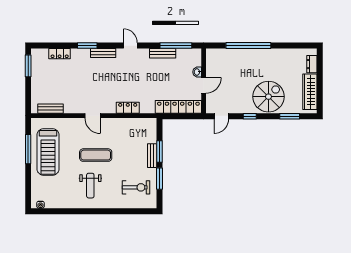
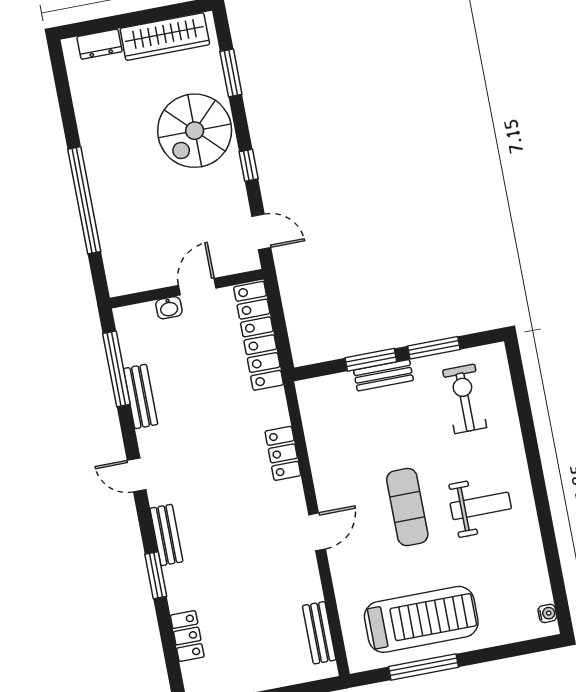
door: (130, 45) -> (137, 475), hinge flipped
door: (204, 85) -> (197, 287), hinge flipped
spiral stairs: (268, 97) -> (195, 131), turned -90

